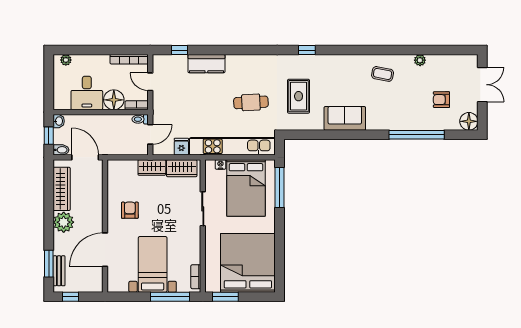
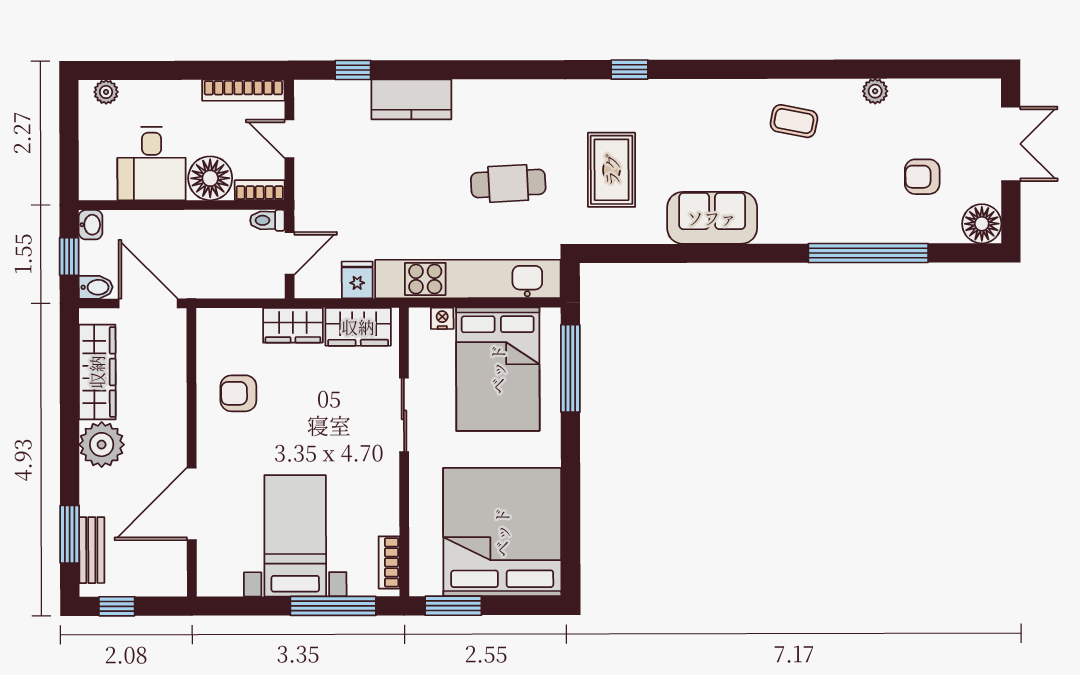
armchair: (130, 210) -> (238, 393), moved, turned -90

